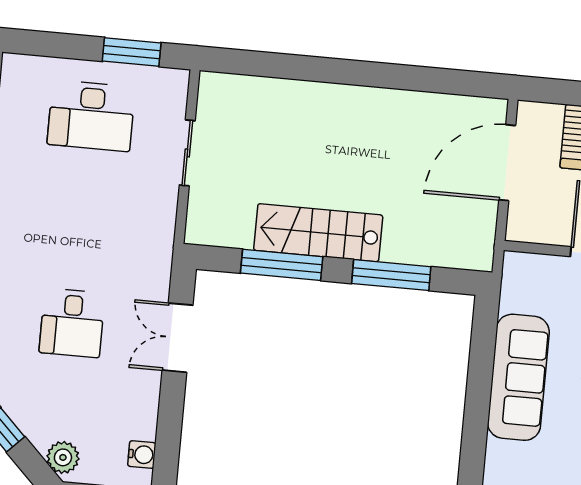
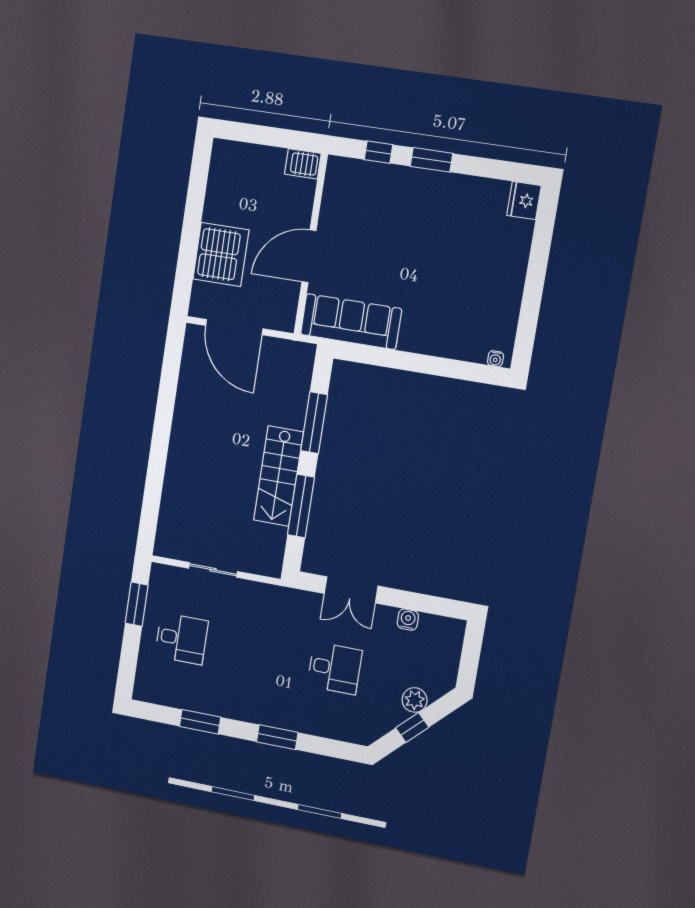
desk: (91, 116) -> (182, 639), width x0.73
sofa: (518, 377) -> (351, 322), moved
water cooler: (142, 455) -> (408, 620), moved
plant: (63, 457) -> (415, 700), moved

